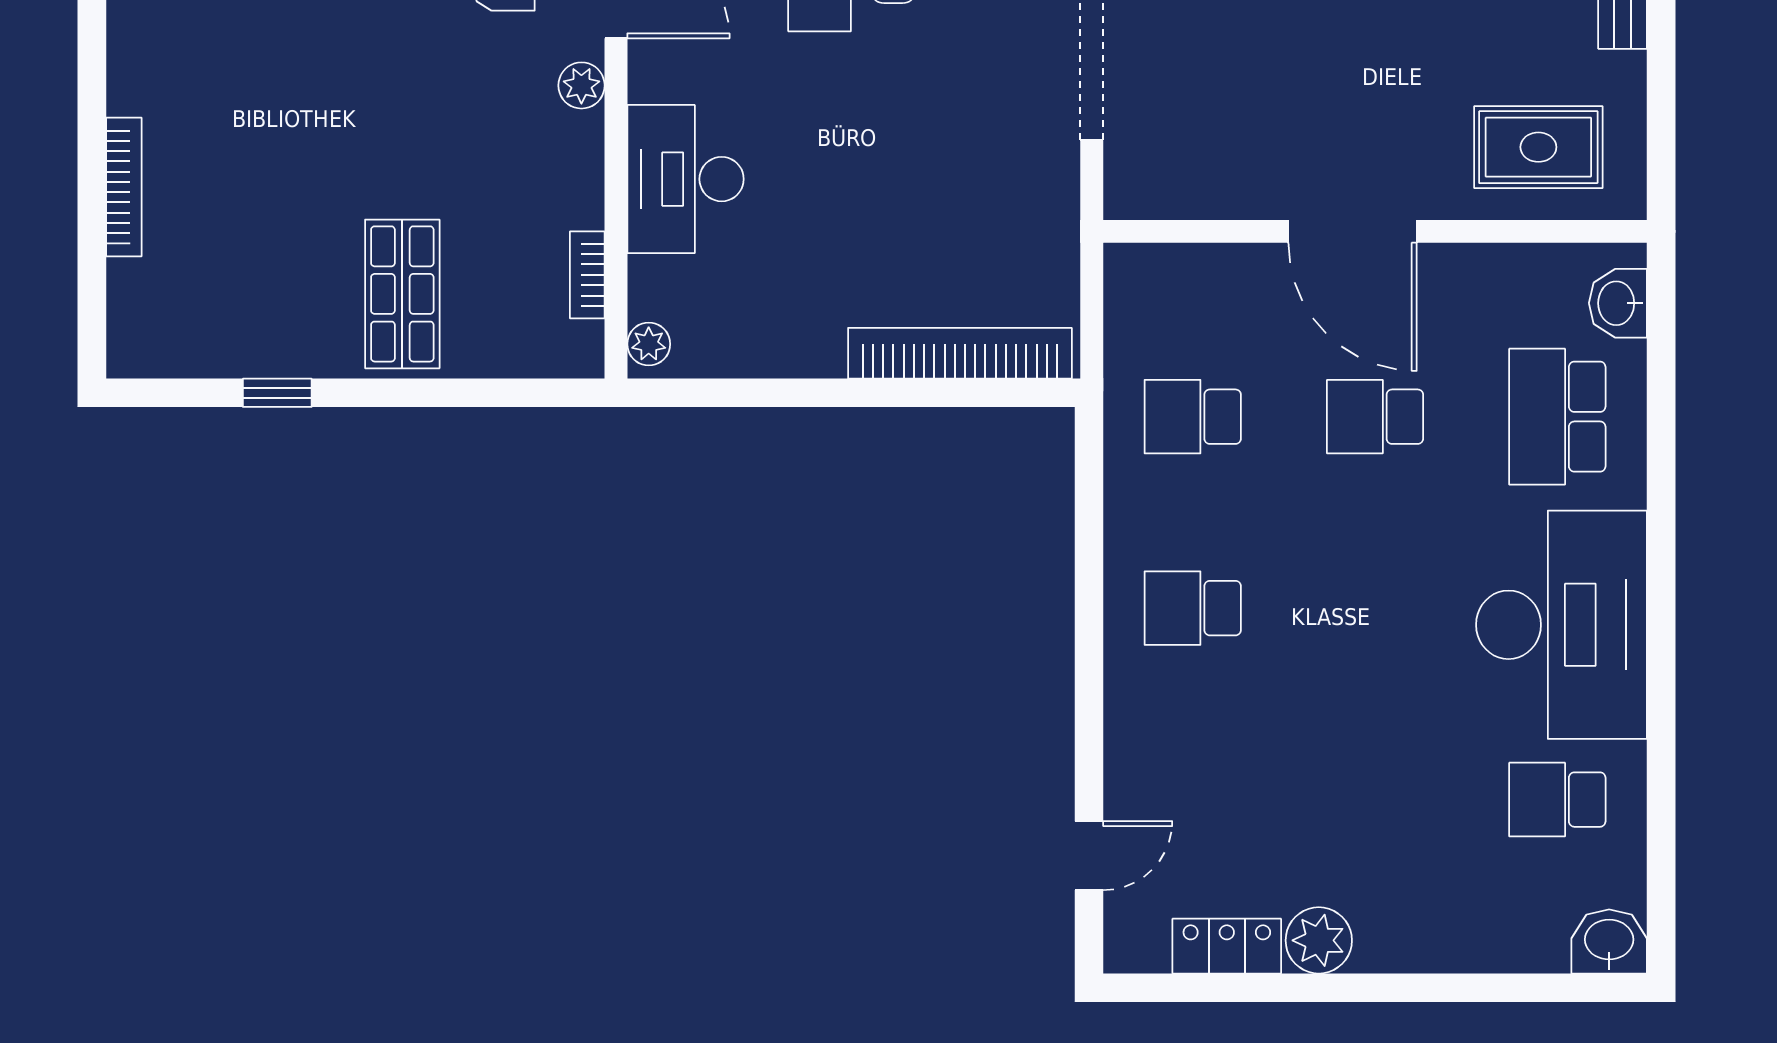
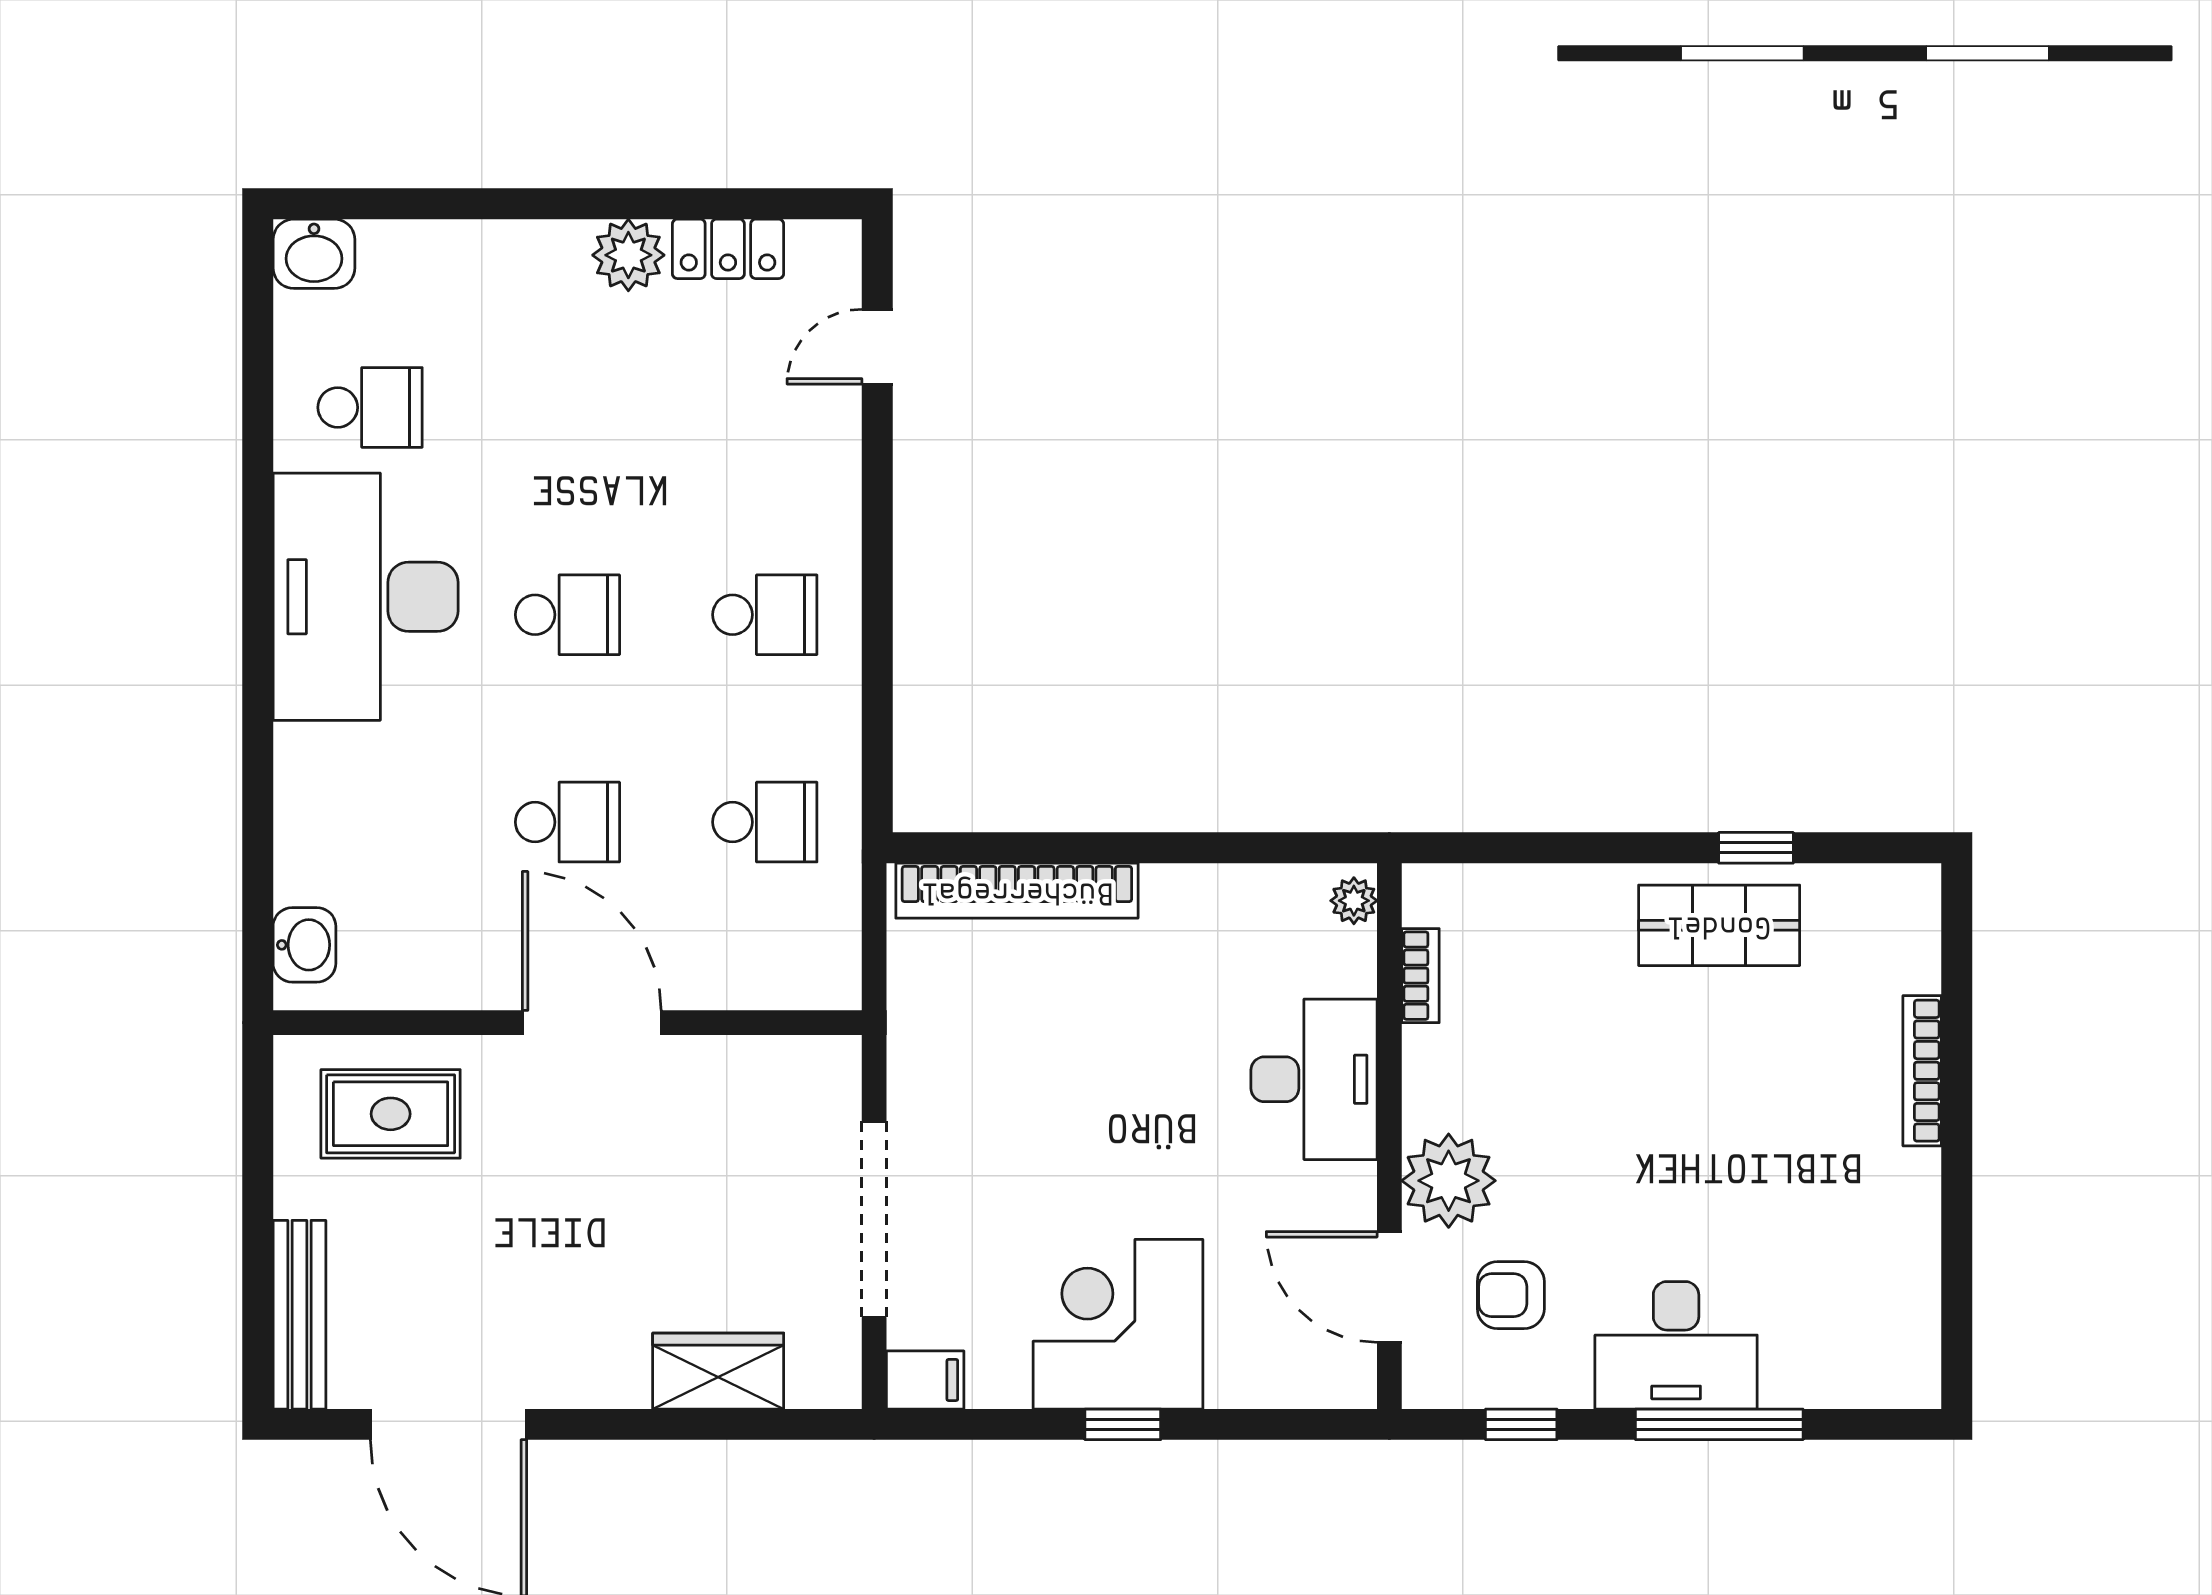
plant: (581, 85) -> (1449, 1181), width x1.88, depth x1.88
shop shelf: (402, 294) -> (1719, 925), moved, turned 90
school desk: (1557, 417) -> (567, 615), moved, width x0.54

